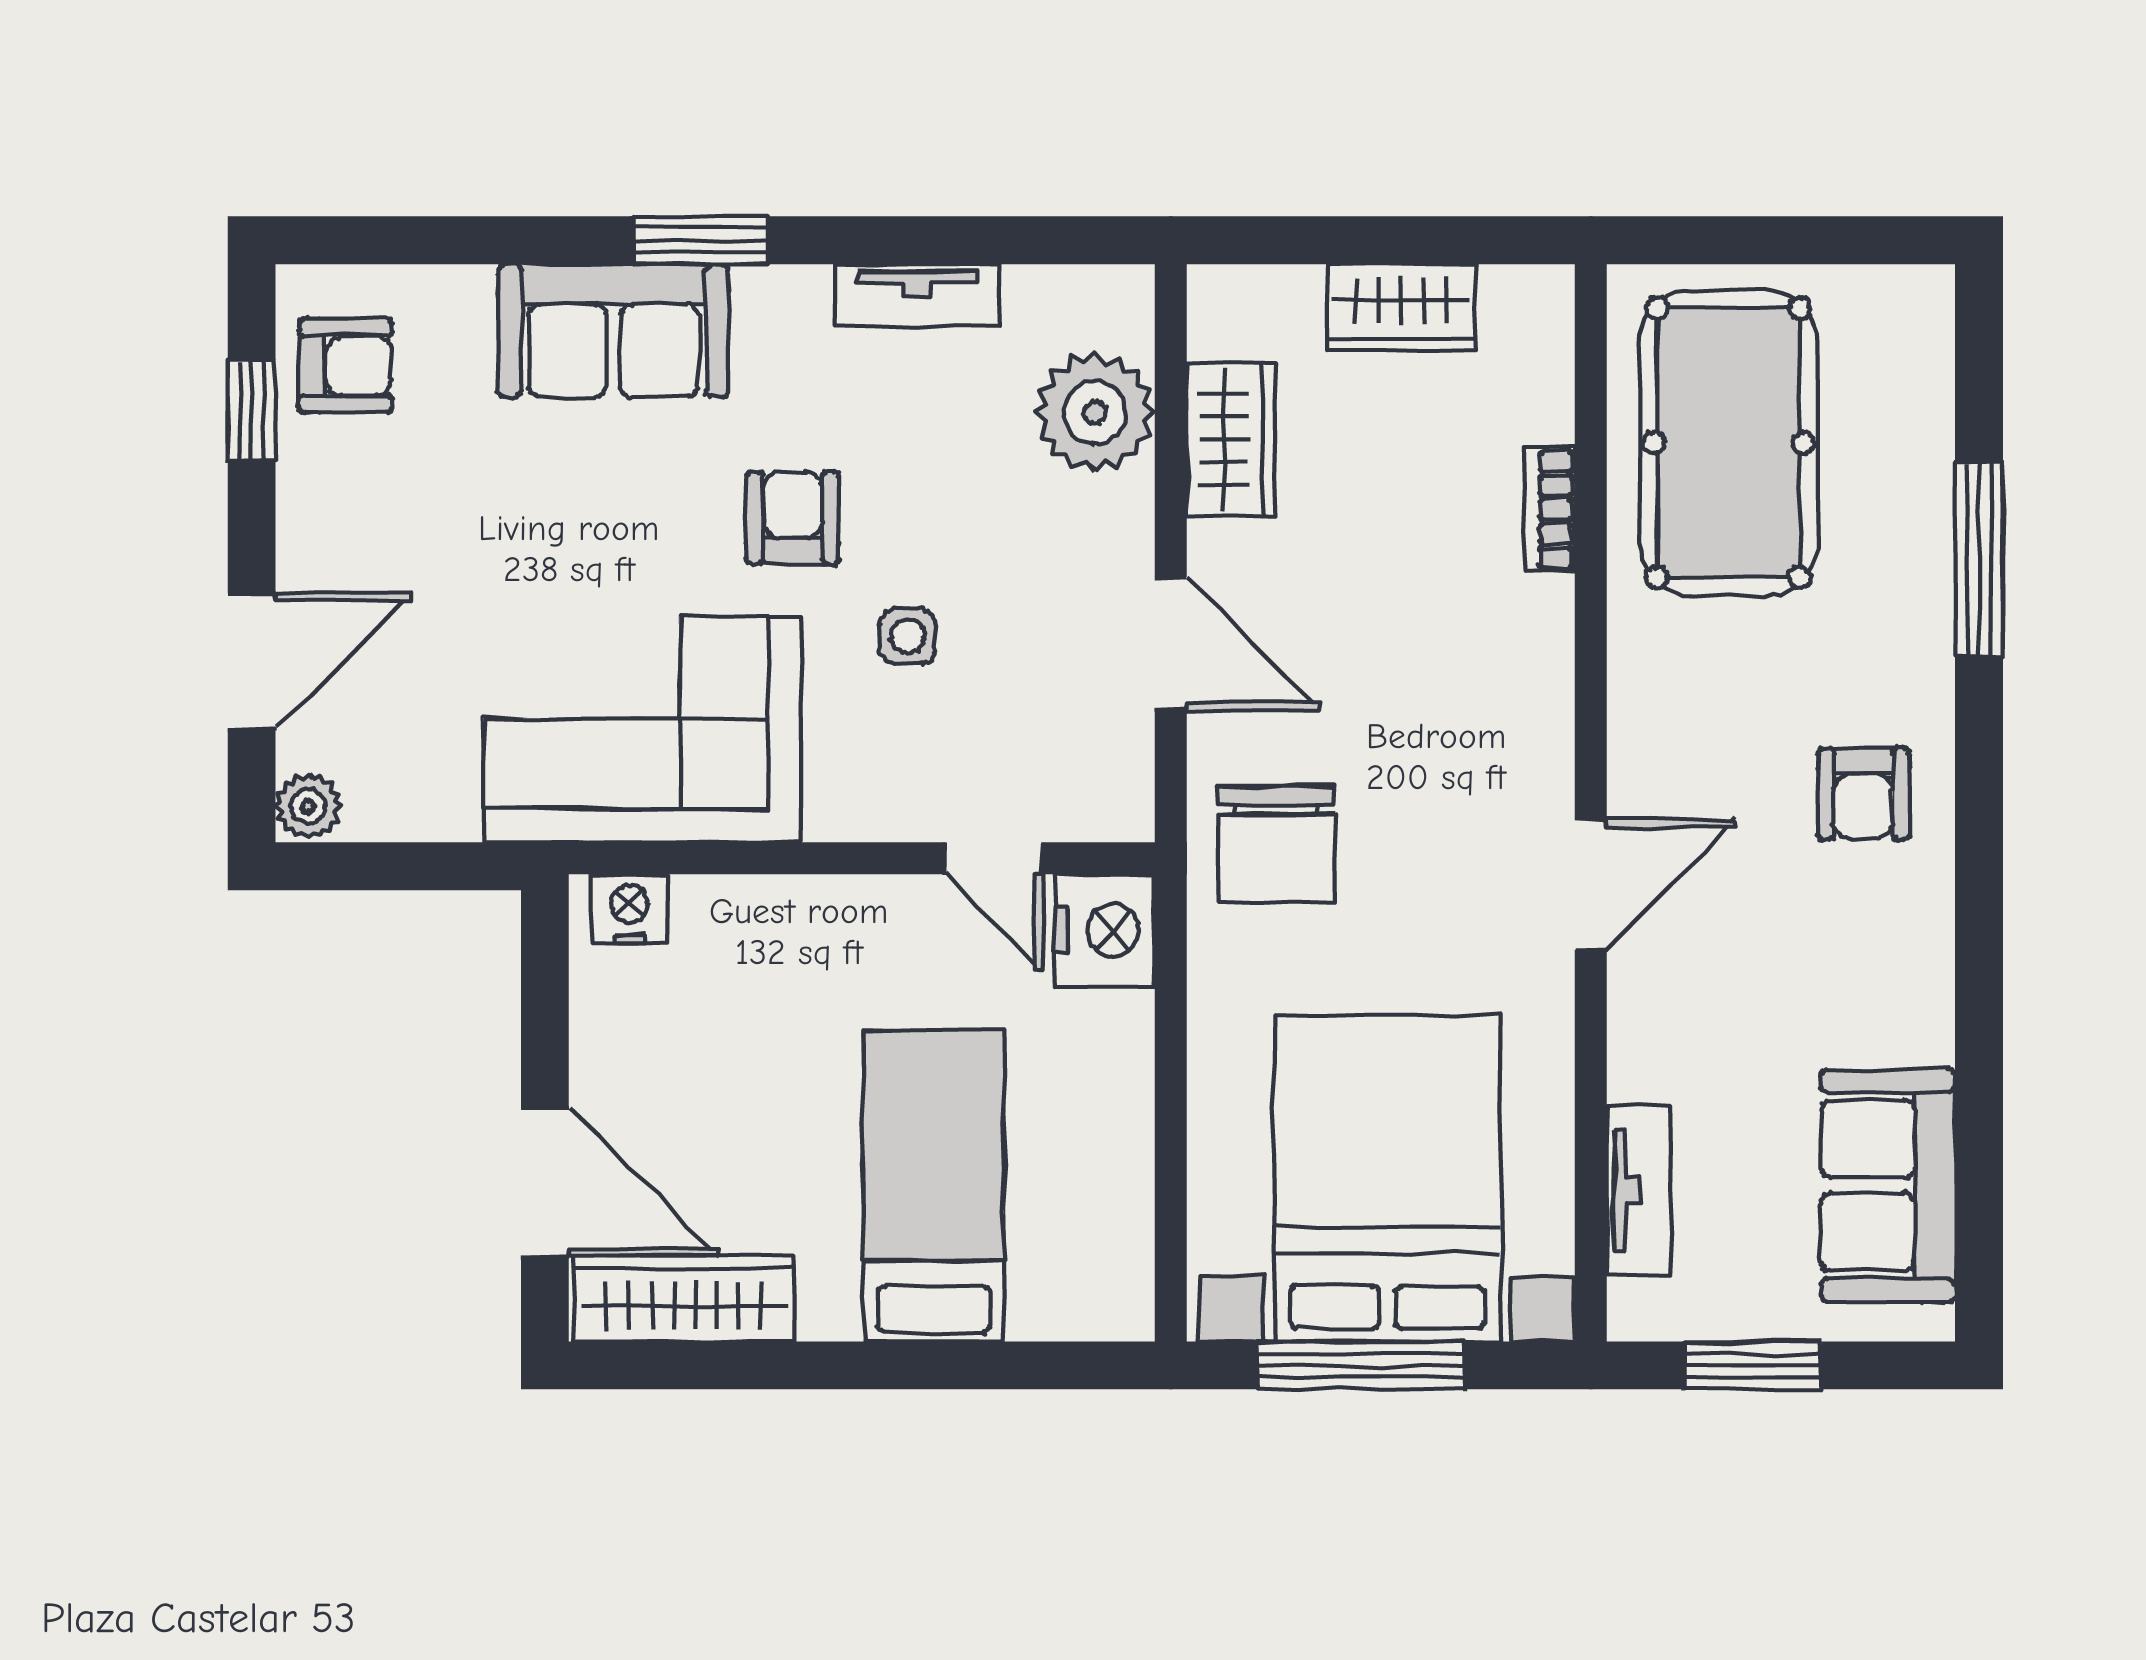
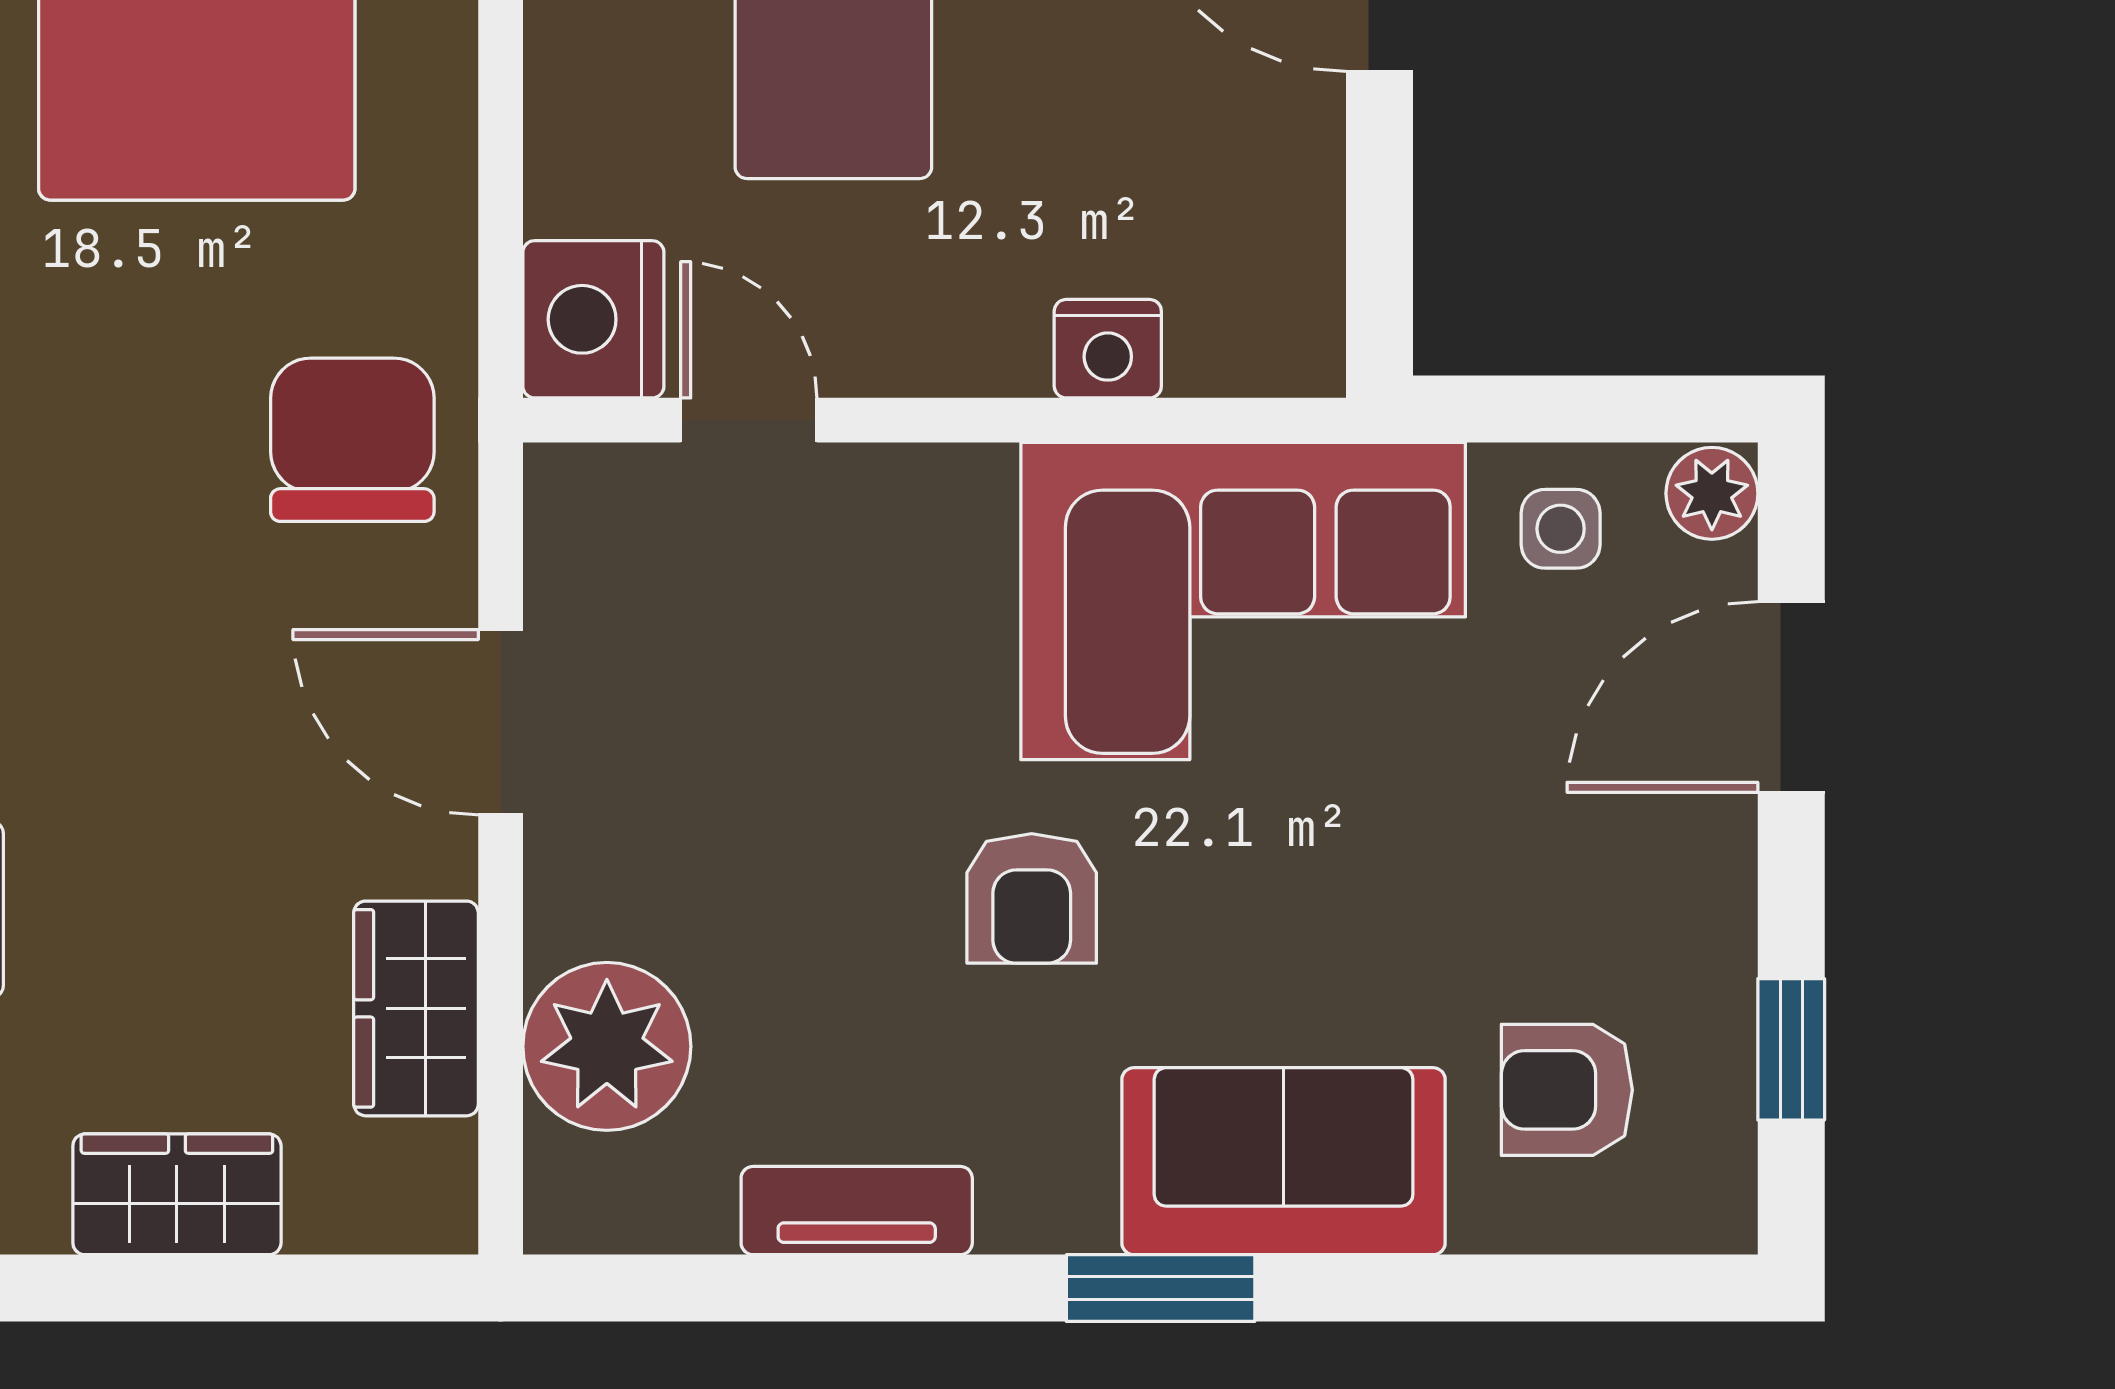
armchair: (346, 366) -> (1567, 1090), moved
side table: (907, 636) -> (1561, 529), moved
nightstand: (629, 909) -> (1108, 349), moved

